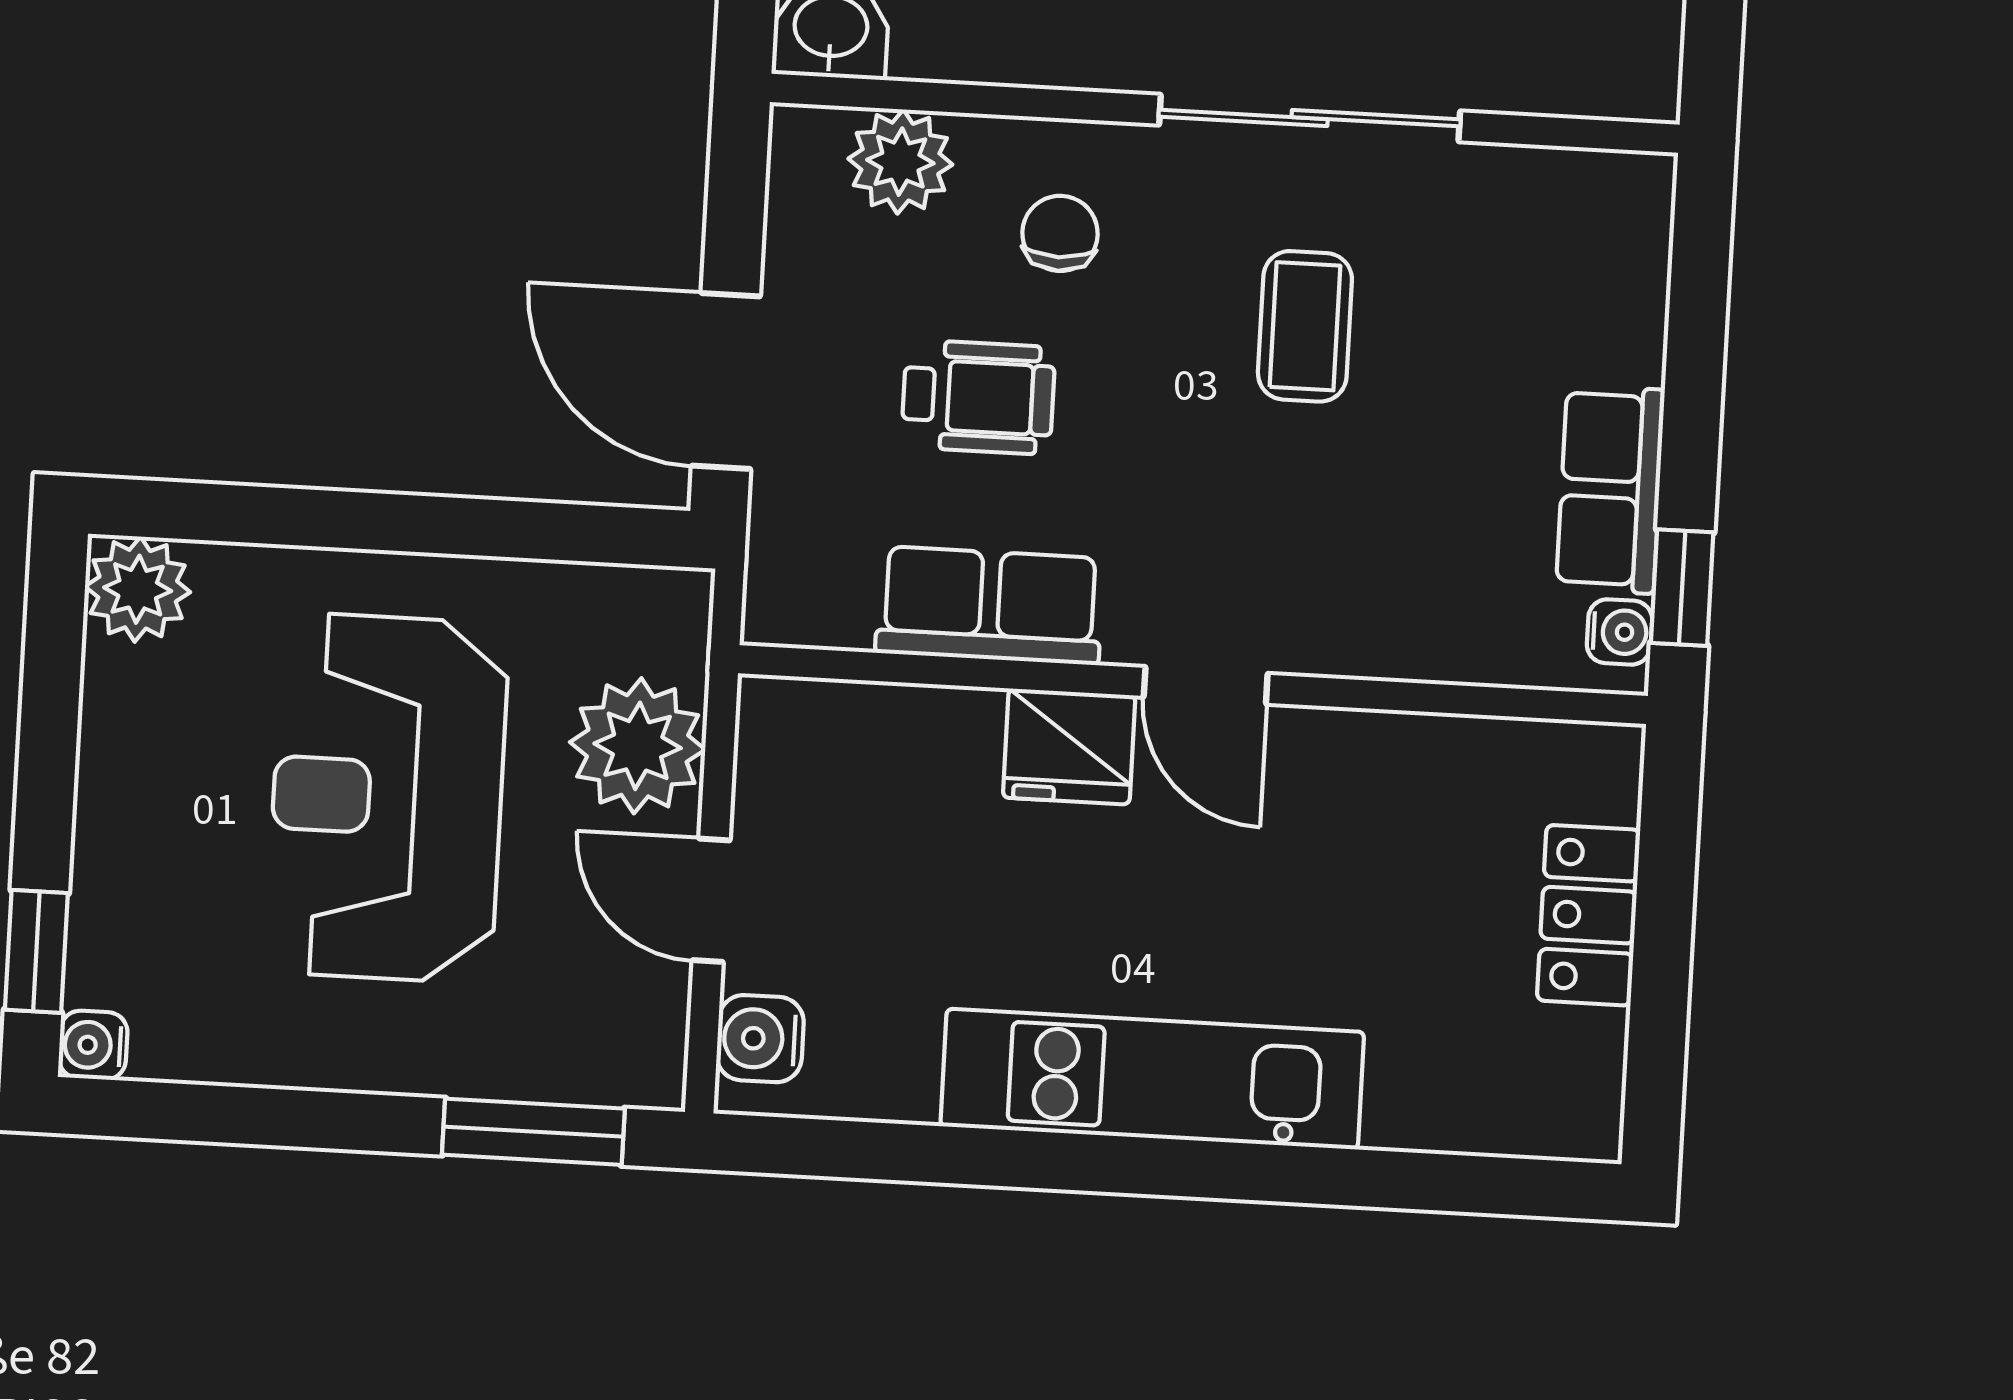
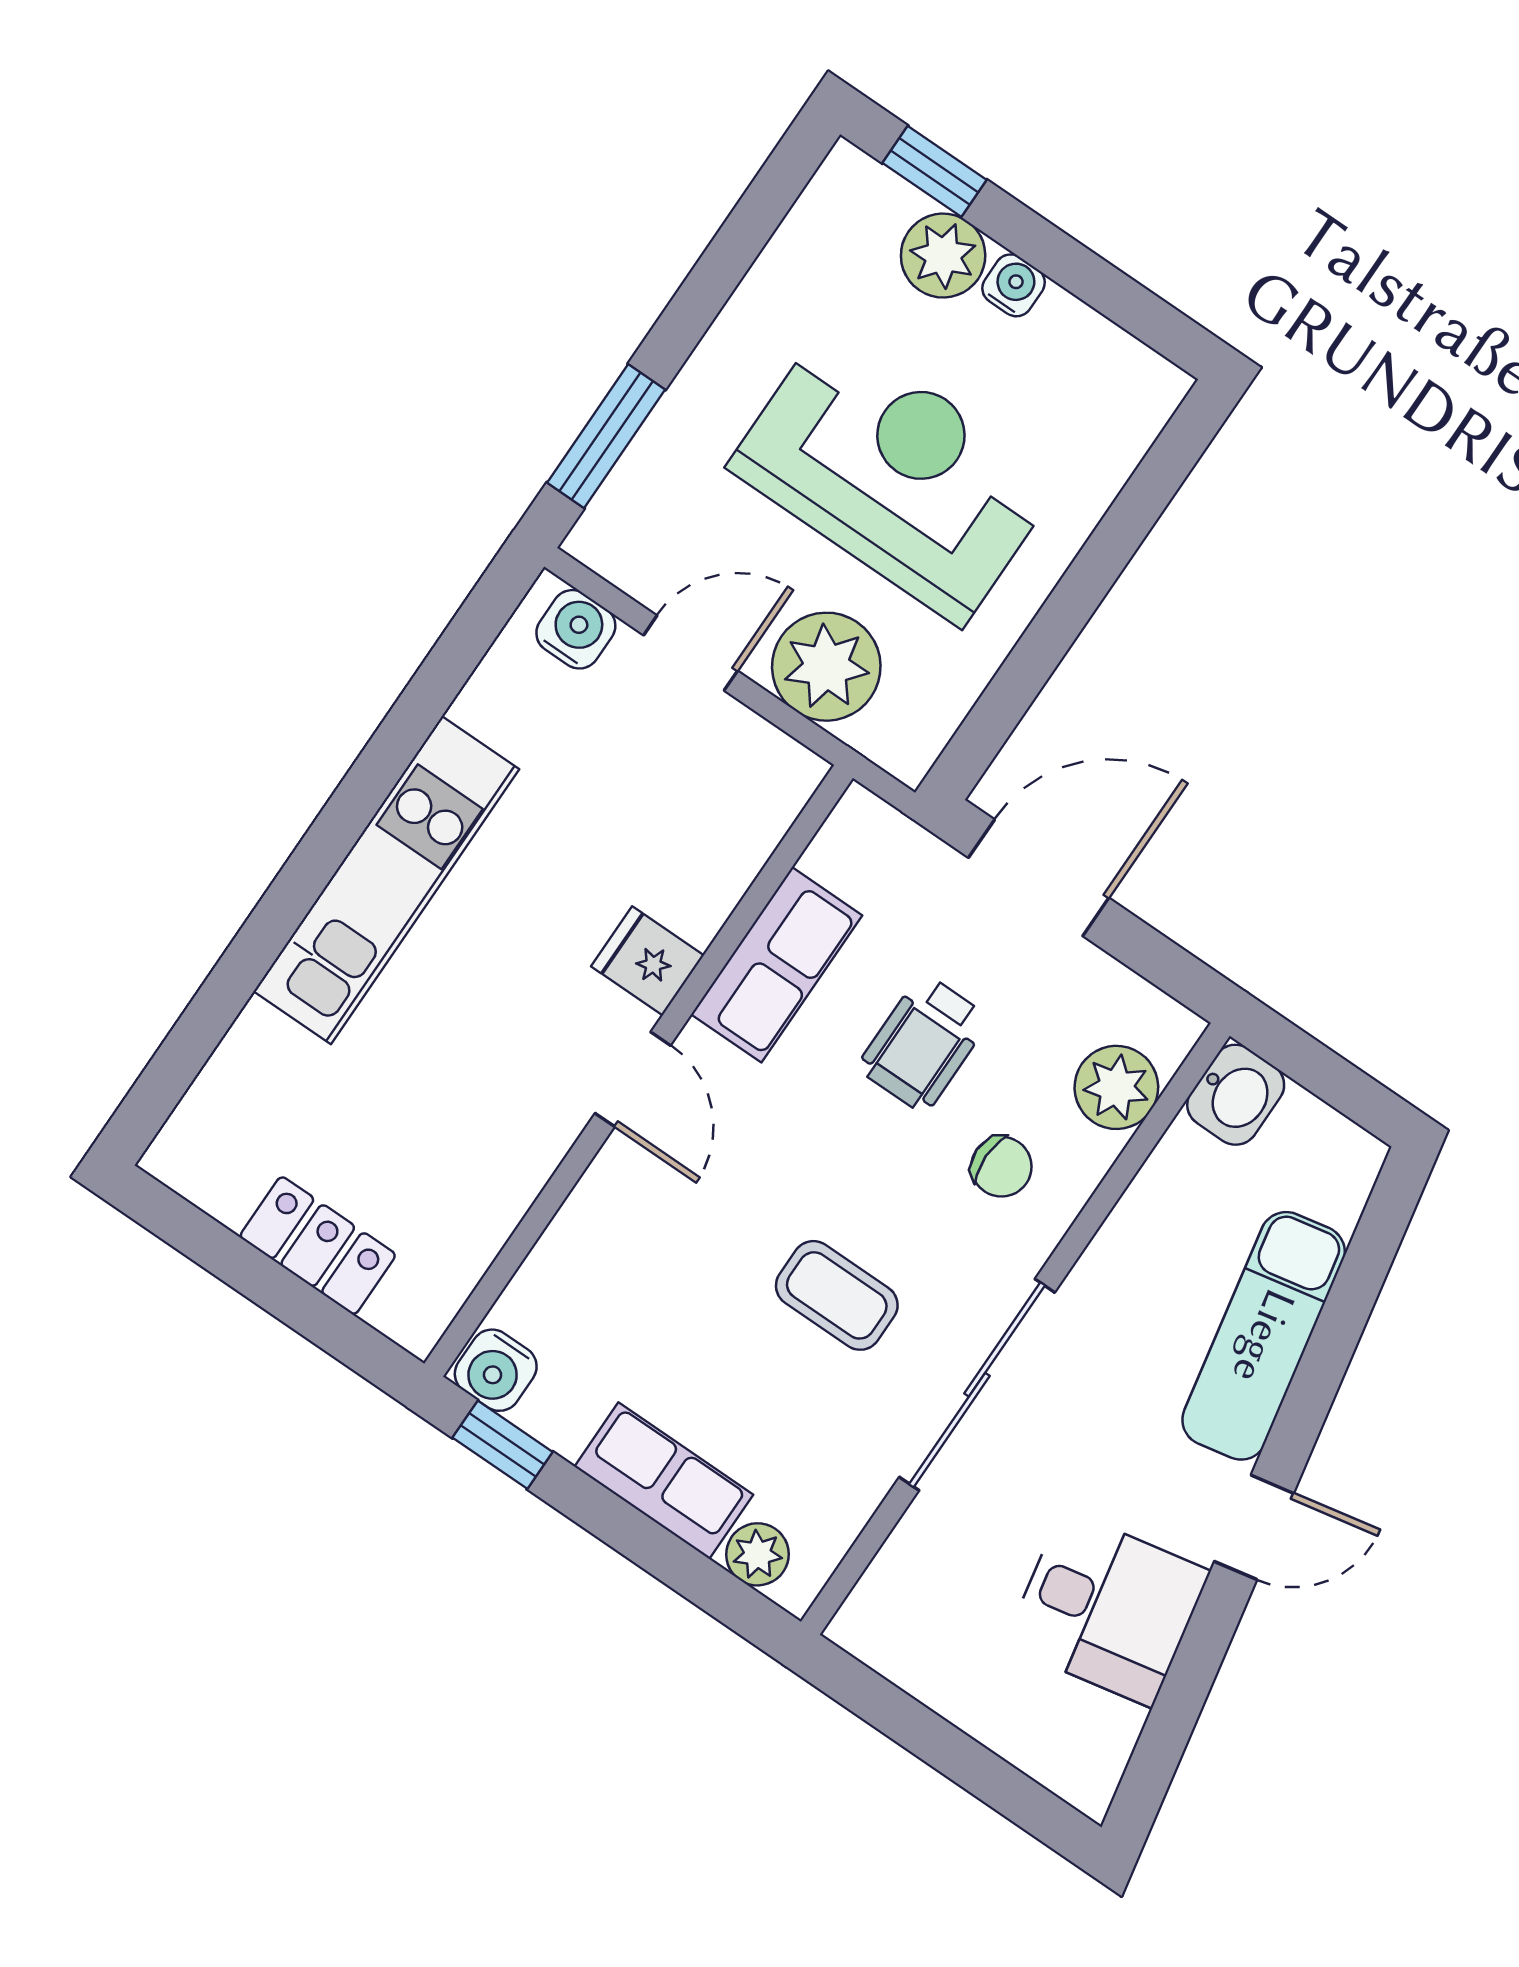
plant: (1634, 243) -> (757, 1554), added
row of seats: (1610, 489) -> (664, 1481), moved
plant: (138, 589) -> (943, 256), moved
water cooler: (1619, 632) -> (496, 1370), width x1.38, depth x1.38
door: (1206, 685) -> (633, 1079), swing flipped
fridge: (1069, 747) -> (648, 961), width x0.72
water cooler: (93, 1045) -> (1014, 285), moved

